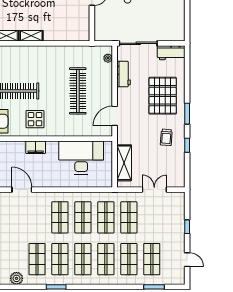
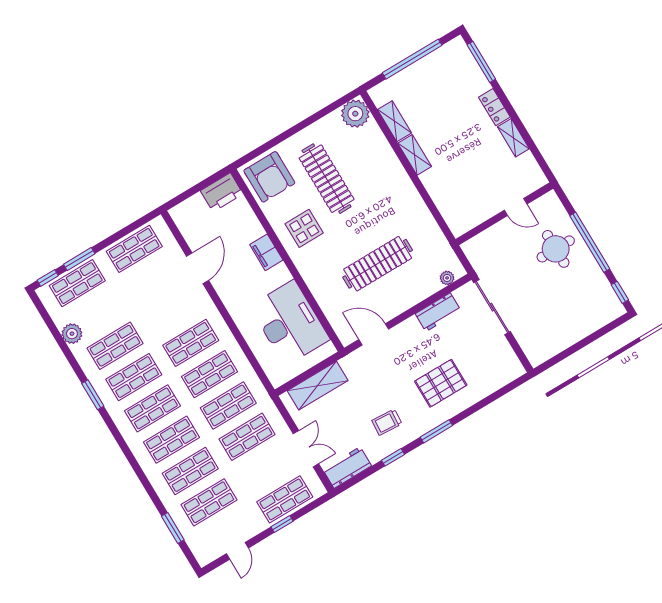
workbench: (171, 53) -> (347, 468), moved, turned 90
pallet: (163, 96) -> (441, 383), width x0.73, depth x0.71
shop shelf: (175, 217) -> (285, 499), added

